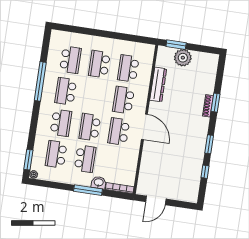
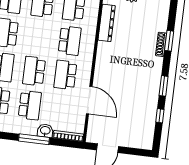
school desk: (123, 100) -> (70, 41), turned 180
door: (144, 127) -> (89, 100), moved

